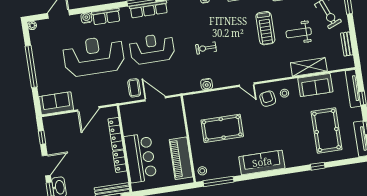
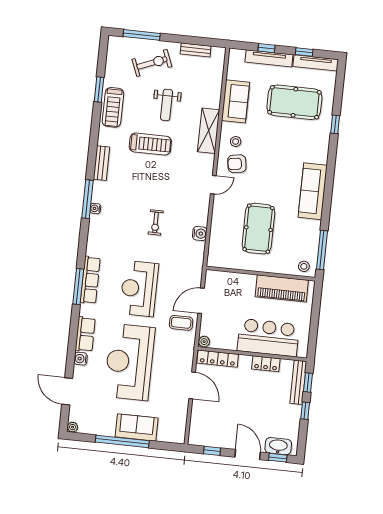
shelving: (309, 67) -> (209, 131), moved
tv unit: (353, 89) -> (269, 58), moved
sofa: (56, 103) -> (137, 427), moved, turned 90
plant: (124, 109) -> (204, 342), added
locker: (116, 134) -> (218, 359), moved

